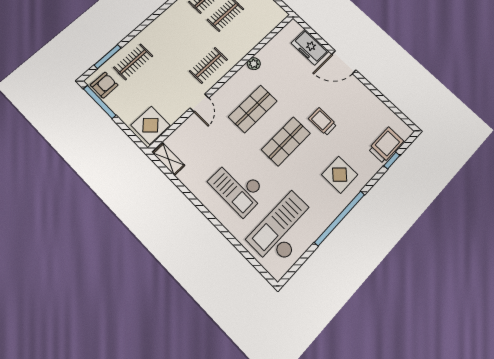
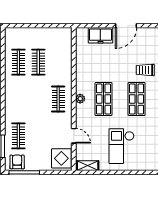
plant: (254, 64) -> (80, 99), moved
door: (199, 103) -> (74, 136), moved
checkout: (238, 187) -> (121, 146), moved, turned 90

